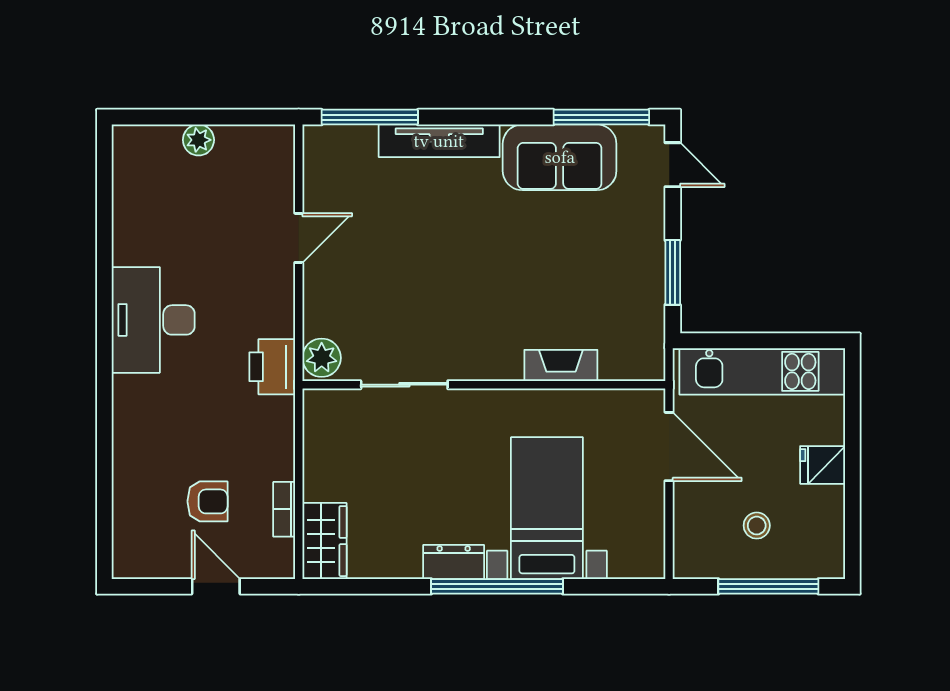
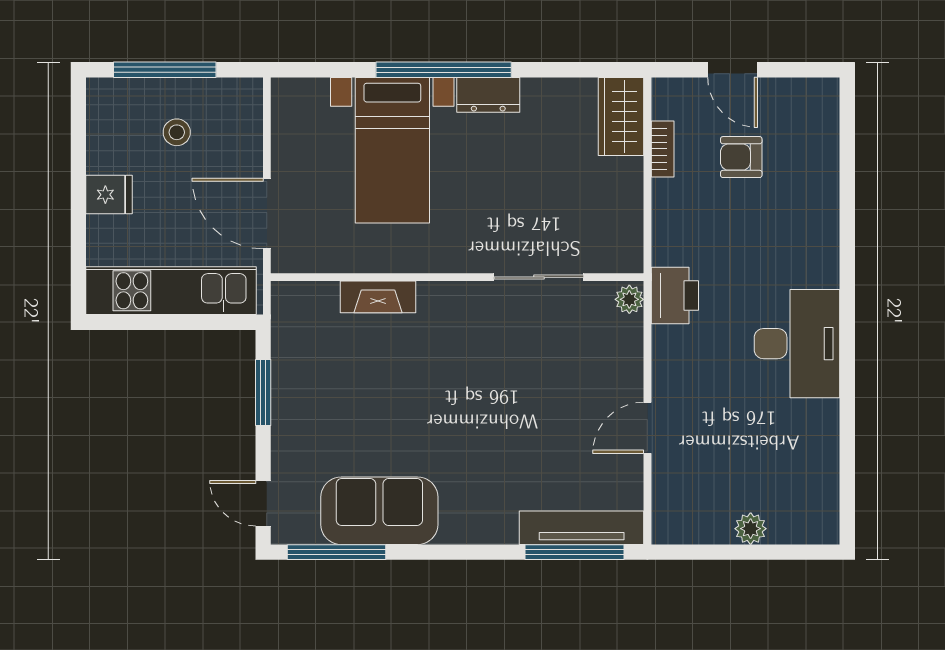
tv unit: (439, 141) -> (582, 528), moved
plant: (322, 358) -> (629, 299), width x0.73, depth x0.73

